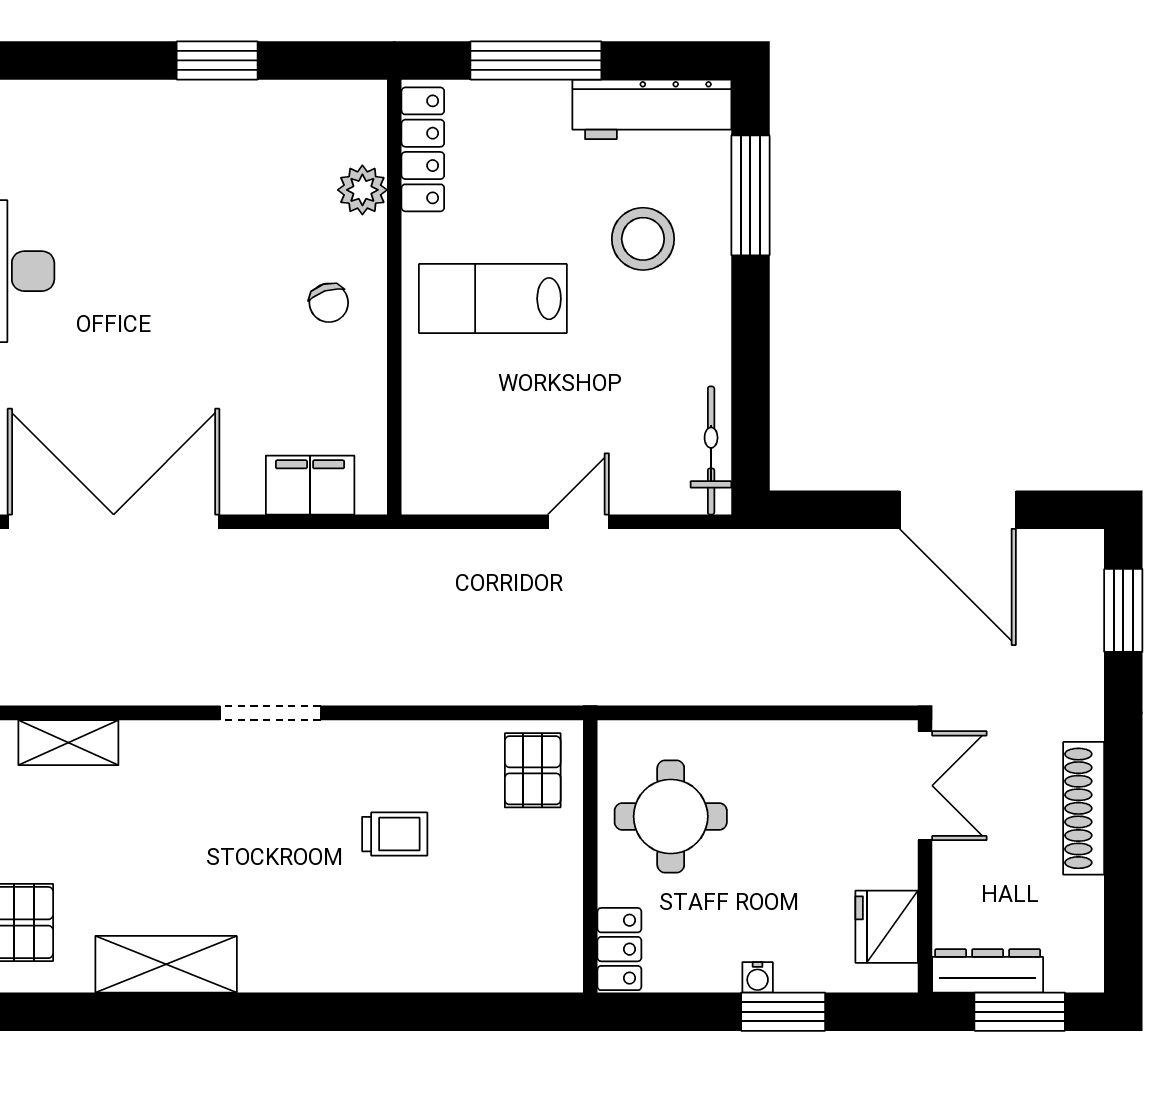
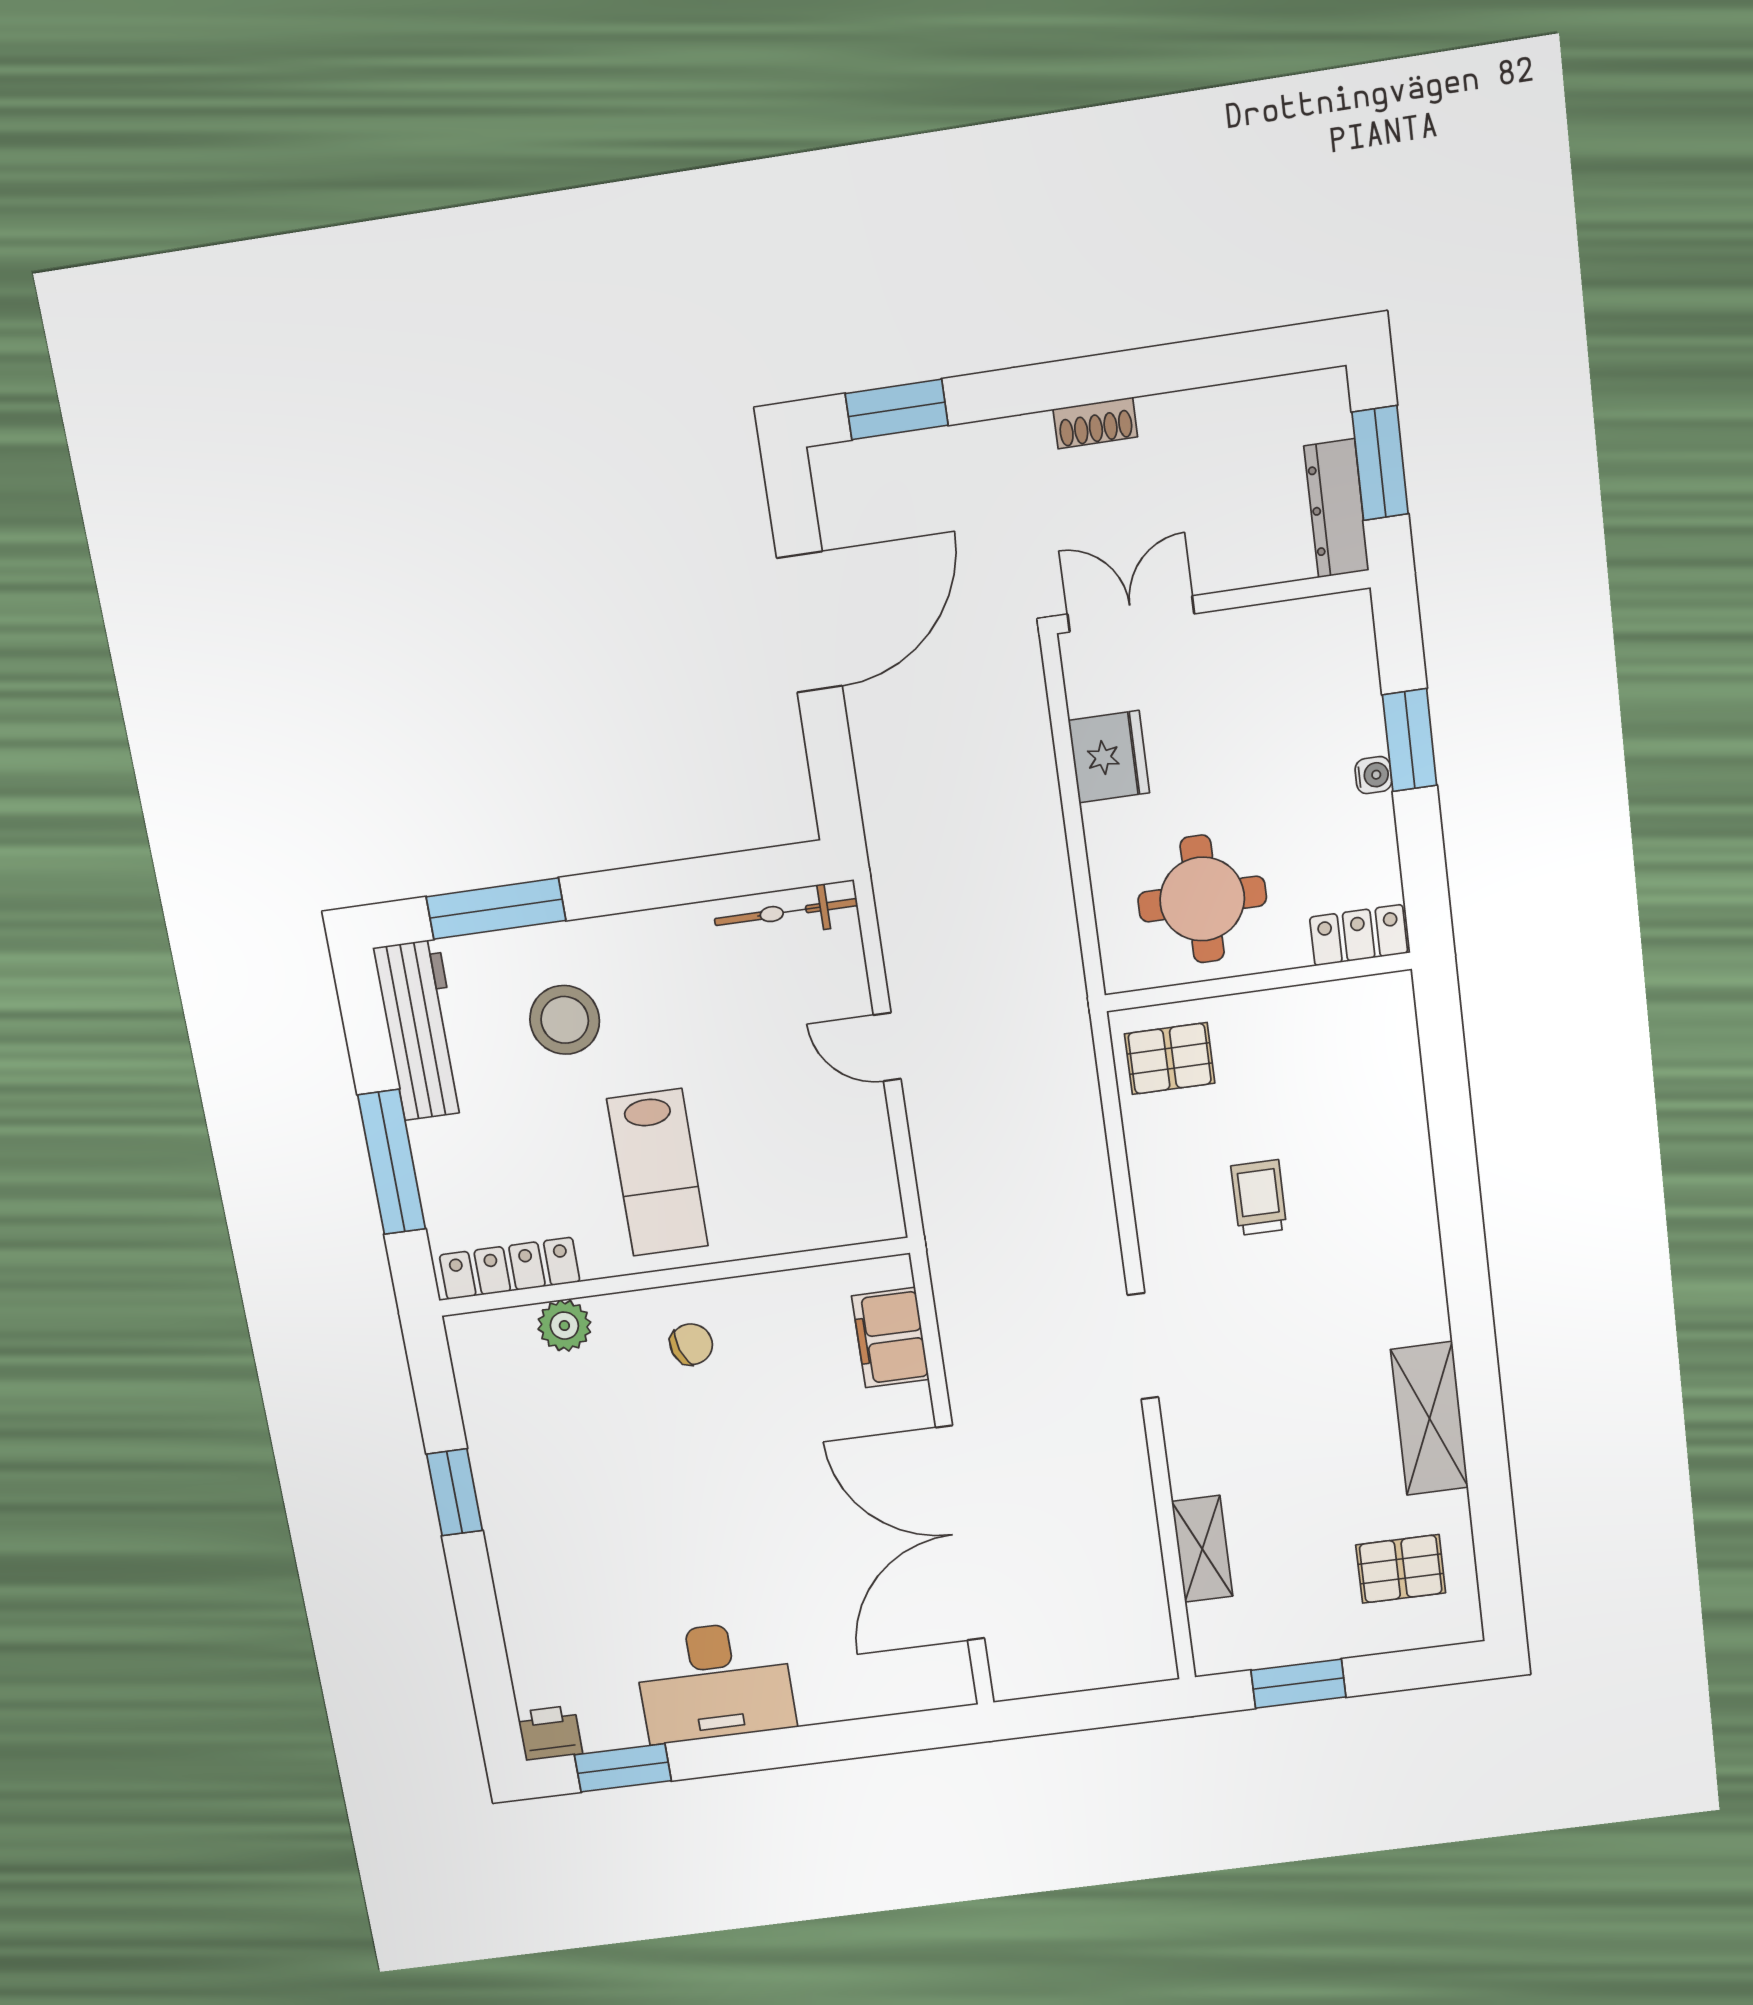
shoe rack: (1084, 808) -> (1095, 423), width x0.51, depth x0.81
fridge: (887, 927) -> (1109, 757), moved, turned -90

